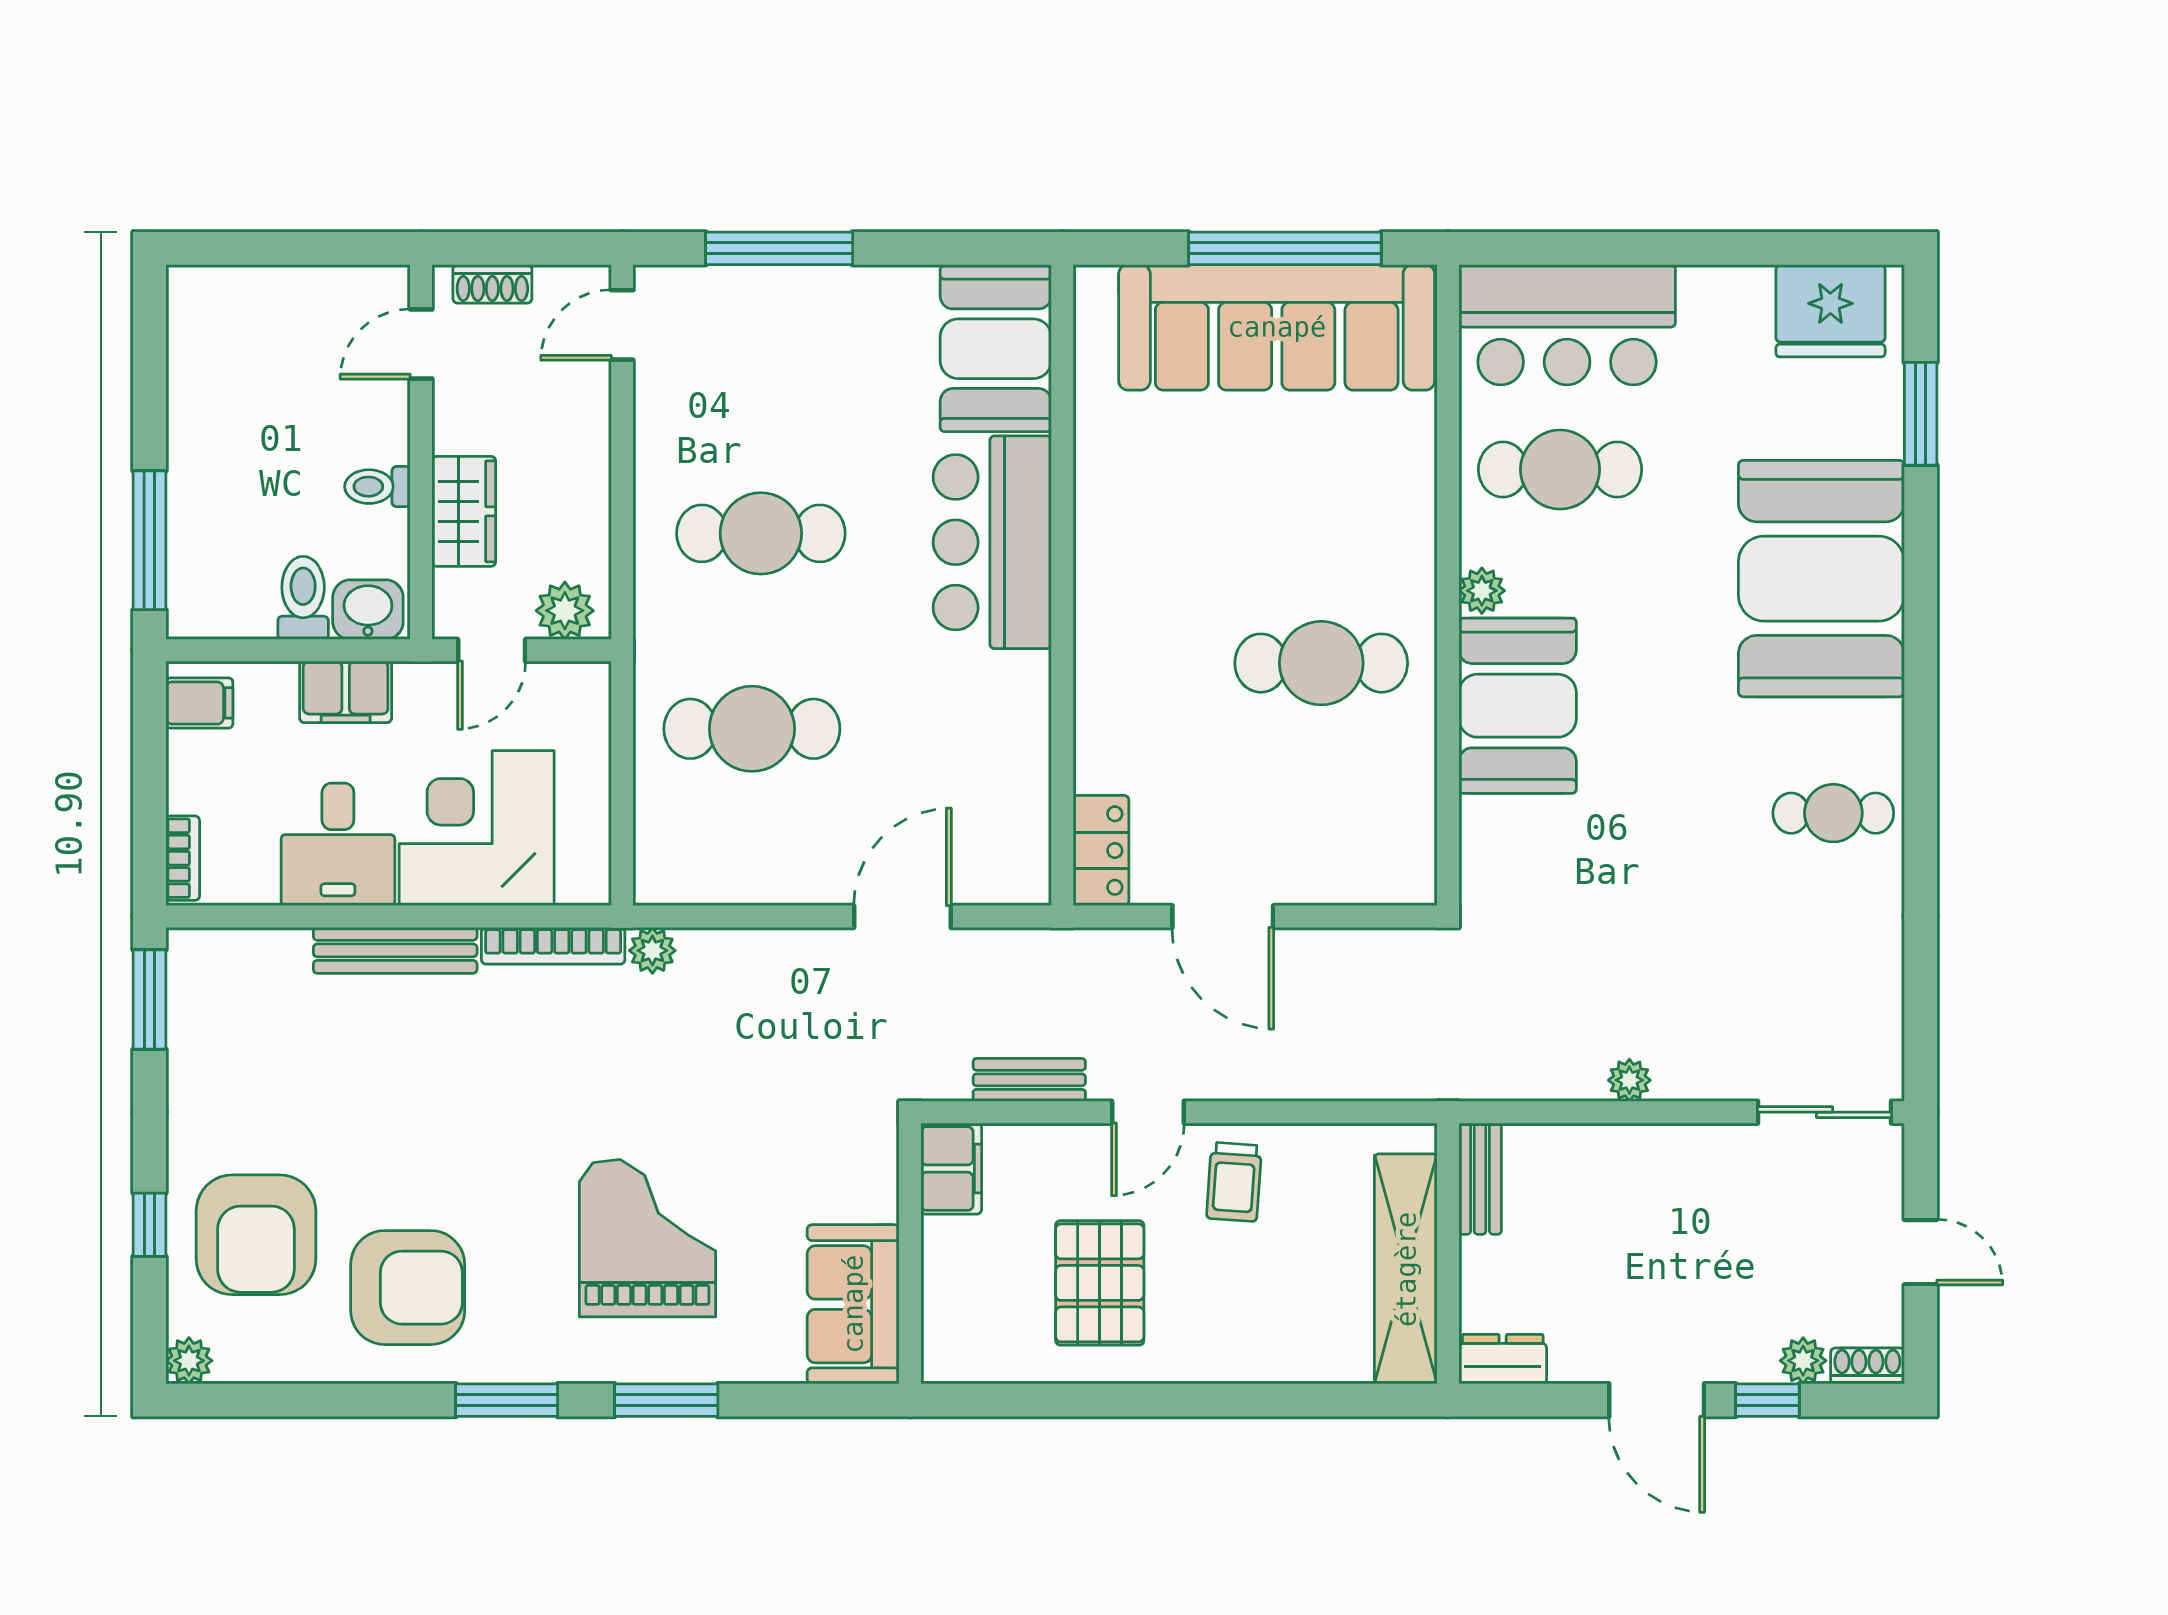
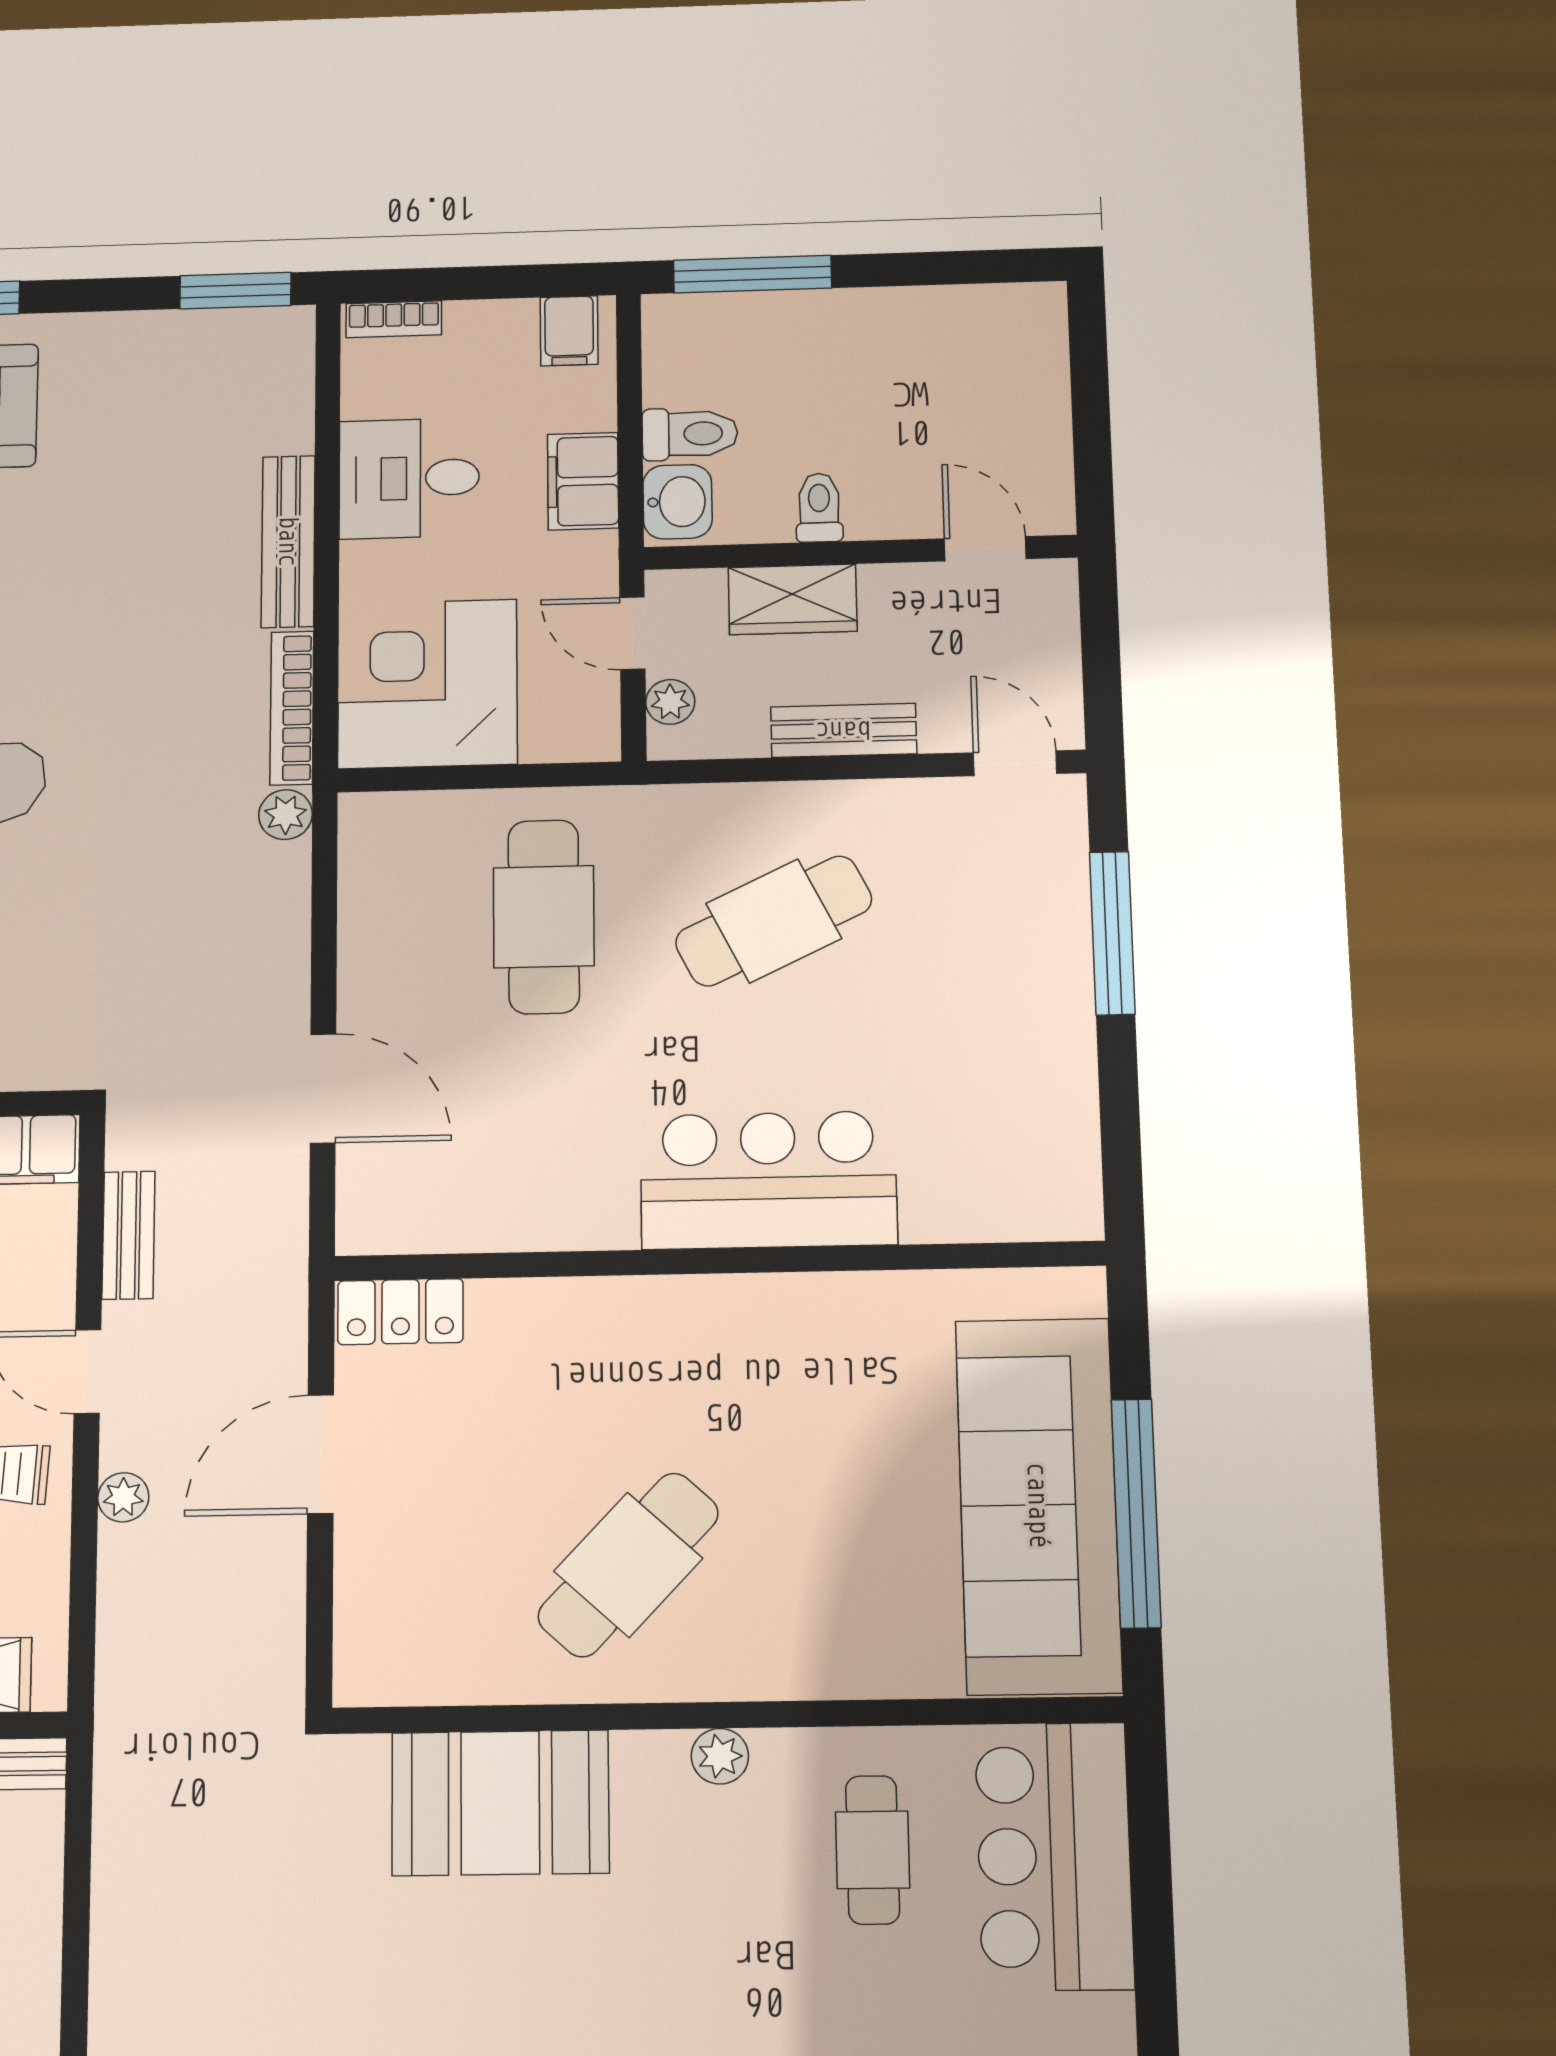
shoe rack: (492, 284) -> (1058, 622), removed
booth: (996, 349) -> (1001, 1179), removed
bench: (588, 470) -> (844, 730), added
cafe table: (1560, 470) -> (873, 1850), width x0.73, depth x0.74
cafe table: (761, 533) -> (774, 921), turned 64
plant: (565, 611) -> (670, 702), width x0.73, depth x0.73
cafe table: (1321, 663) -> (628, 1565), turned 43
booth: (1518, 706) -> (500, 1803), moved
corner desk: (477, 828) -> (427, 684), moved, turned -90
plant: (1629, 1080) -> (123, 1497), moved

